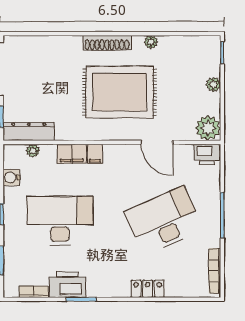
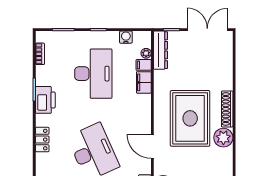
plant: (151, 42) -> (223, 138), width x1.88, depth x1.88
door: (157, 142) -> (152, 146), hinge flipped
filing cabinet: (95, 154) -> (144, 65), moved
printer: (68, 285) -> (45, 100), moved

